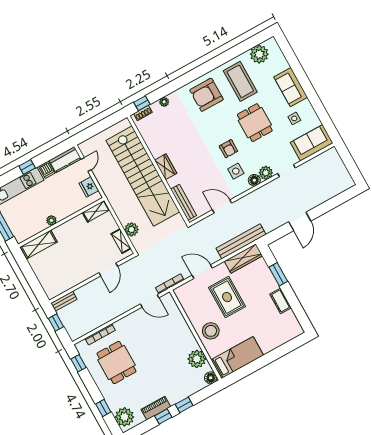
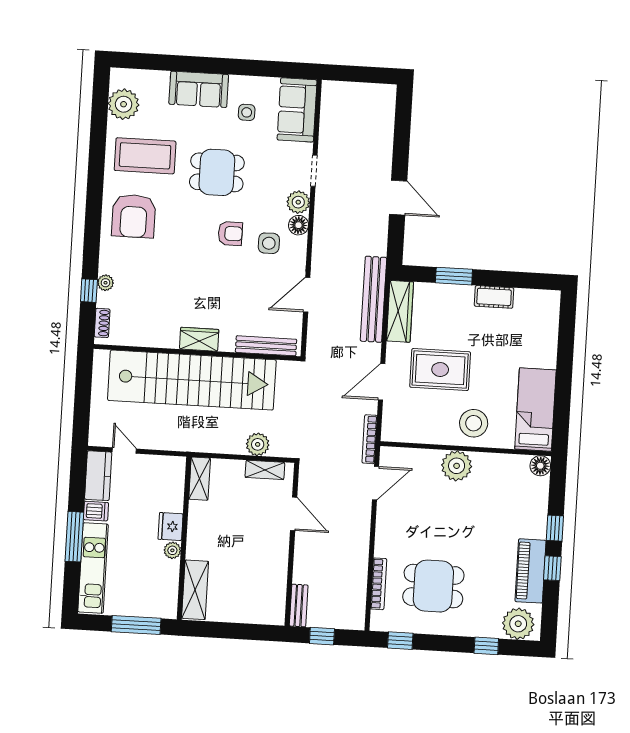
window: (142, 103) -> (89, 291), moved
window: (27, 167) -> (74, 537), width x2.17
fridge: (89, 187) -> (171, 527), moved, turned 90
plant: (197, 359) -> (457, 466), moved
piano: (156, 408) -> (531, 571), width x1.37, depth x1.33

